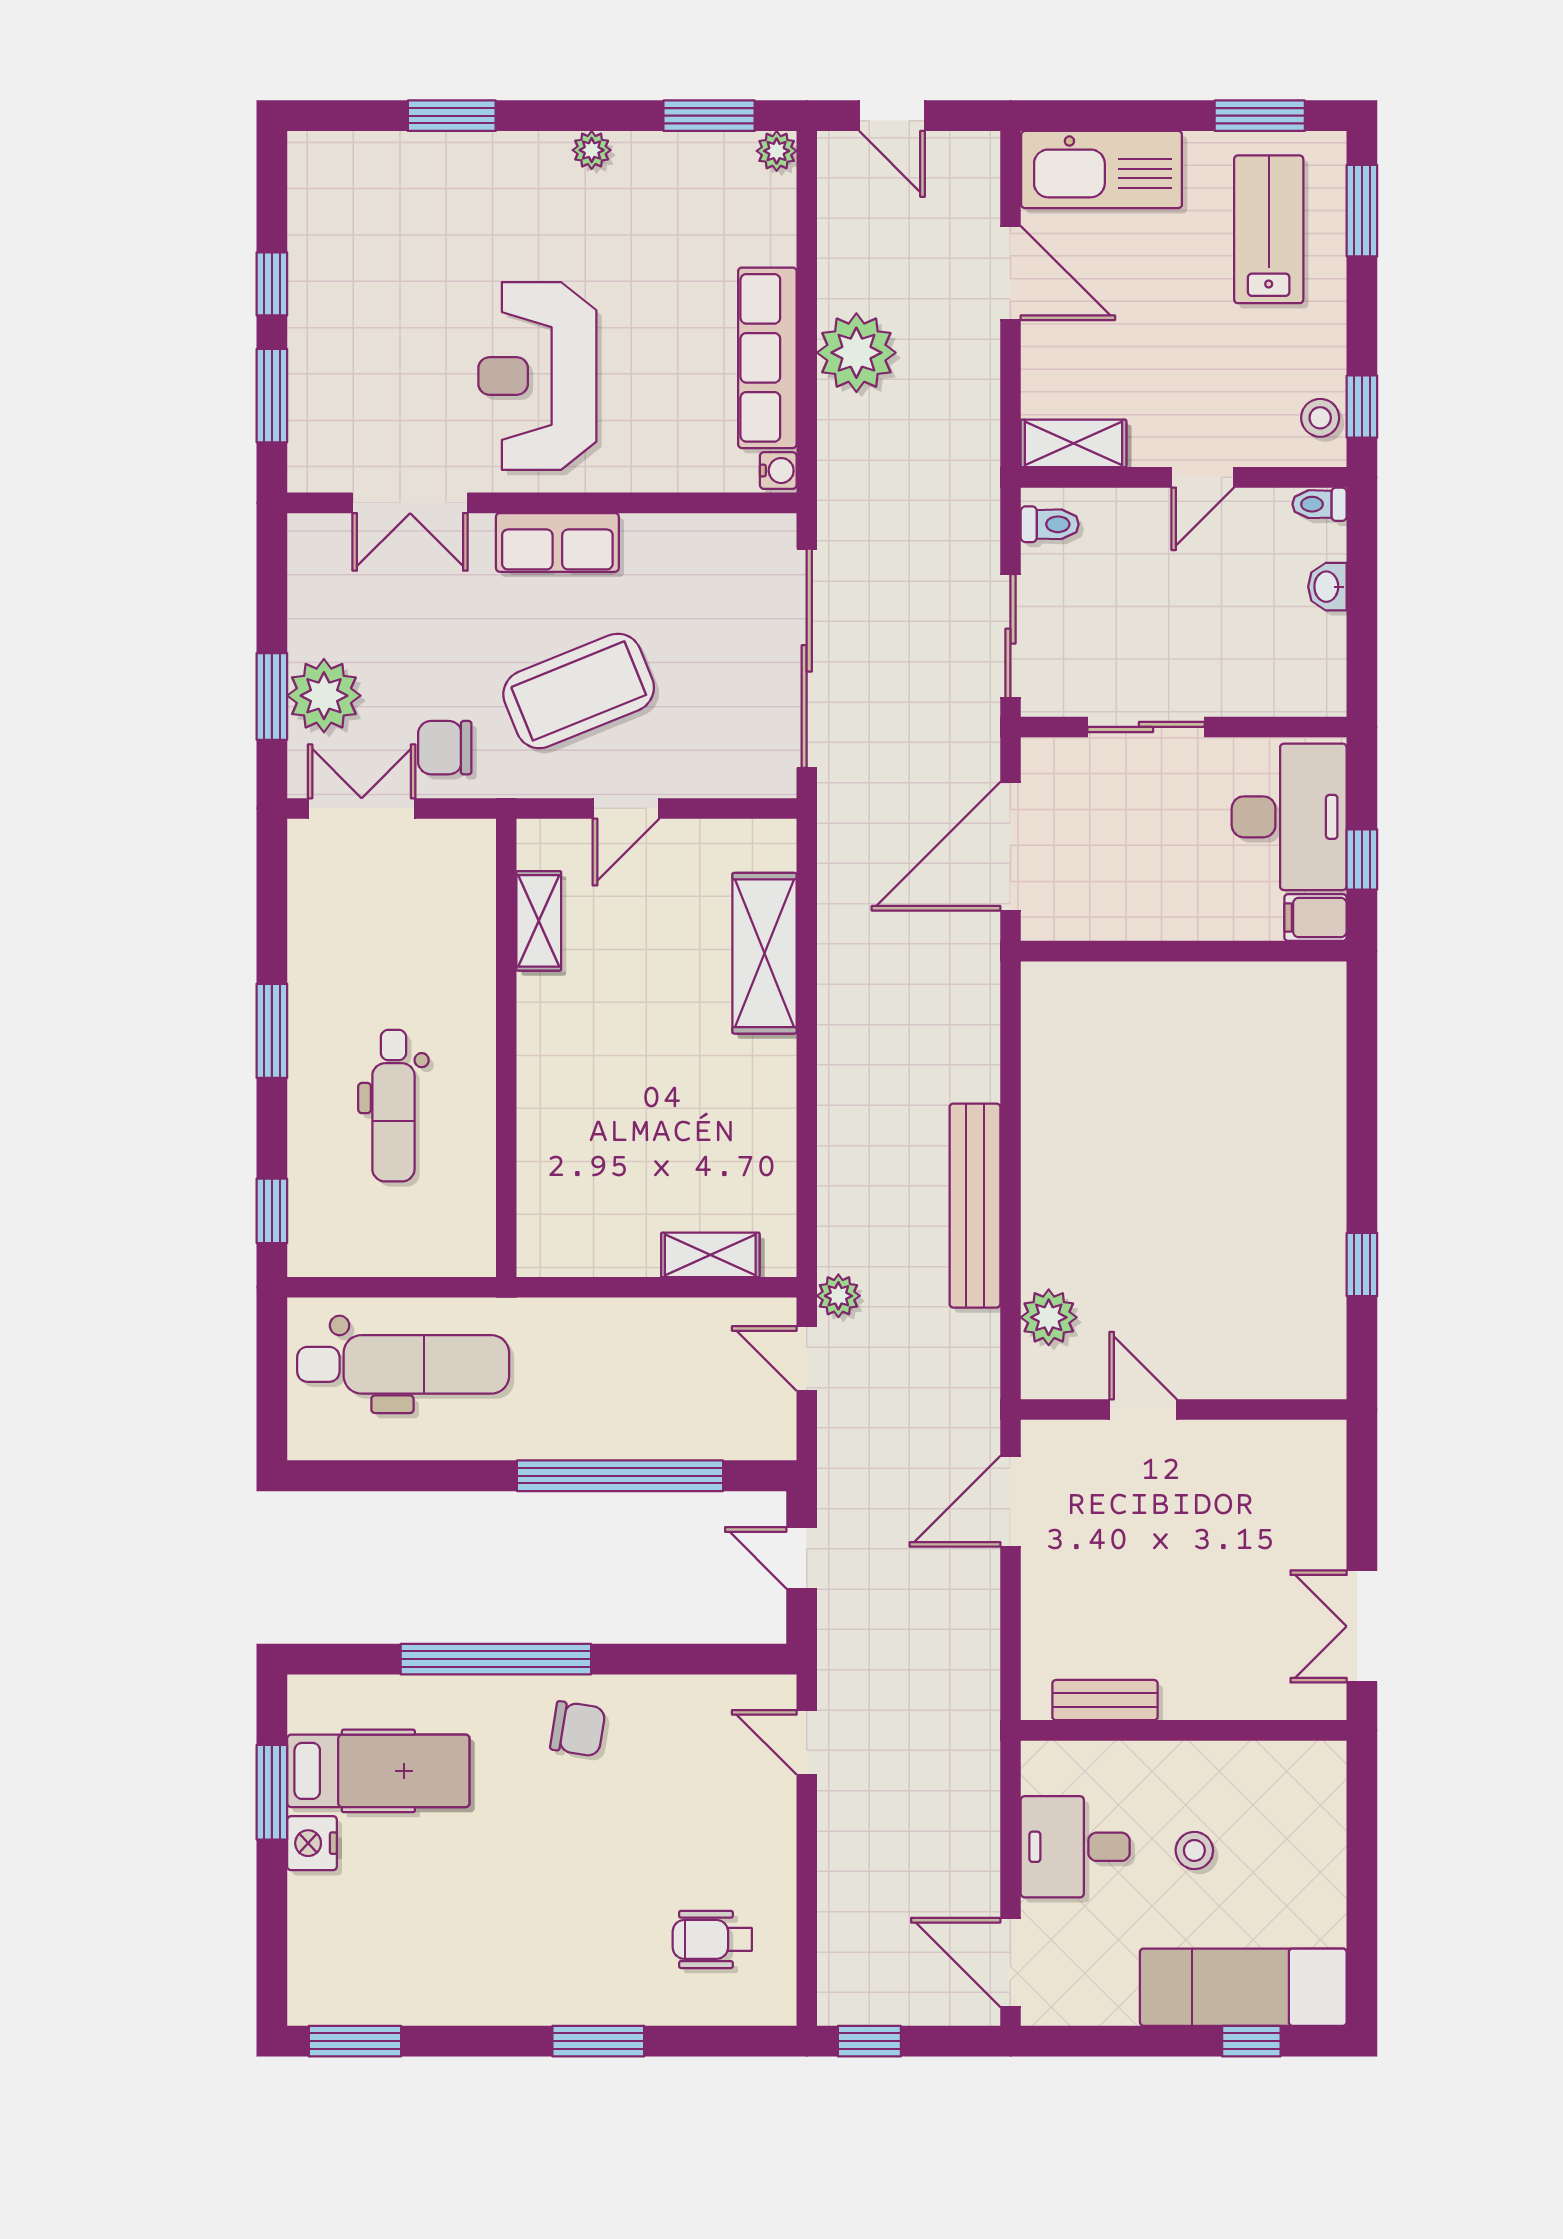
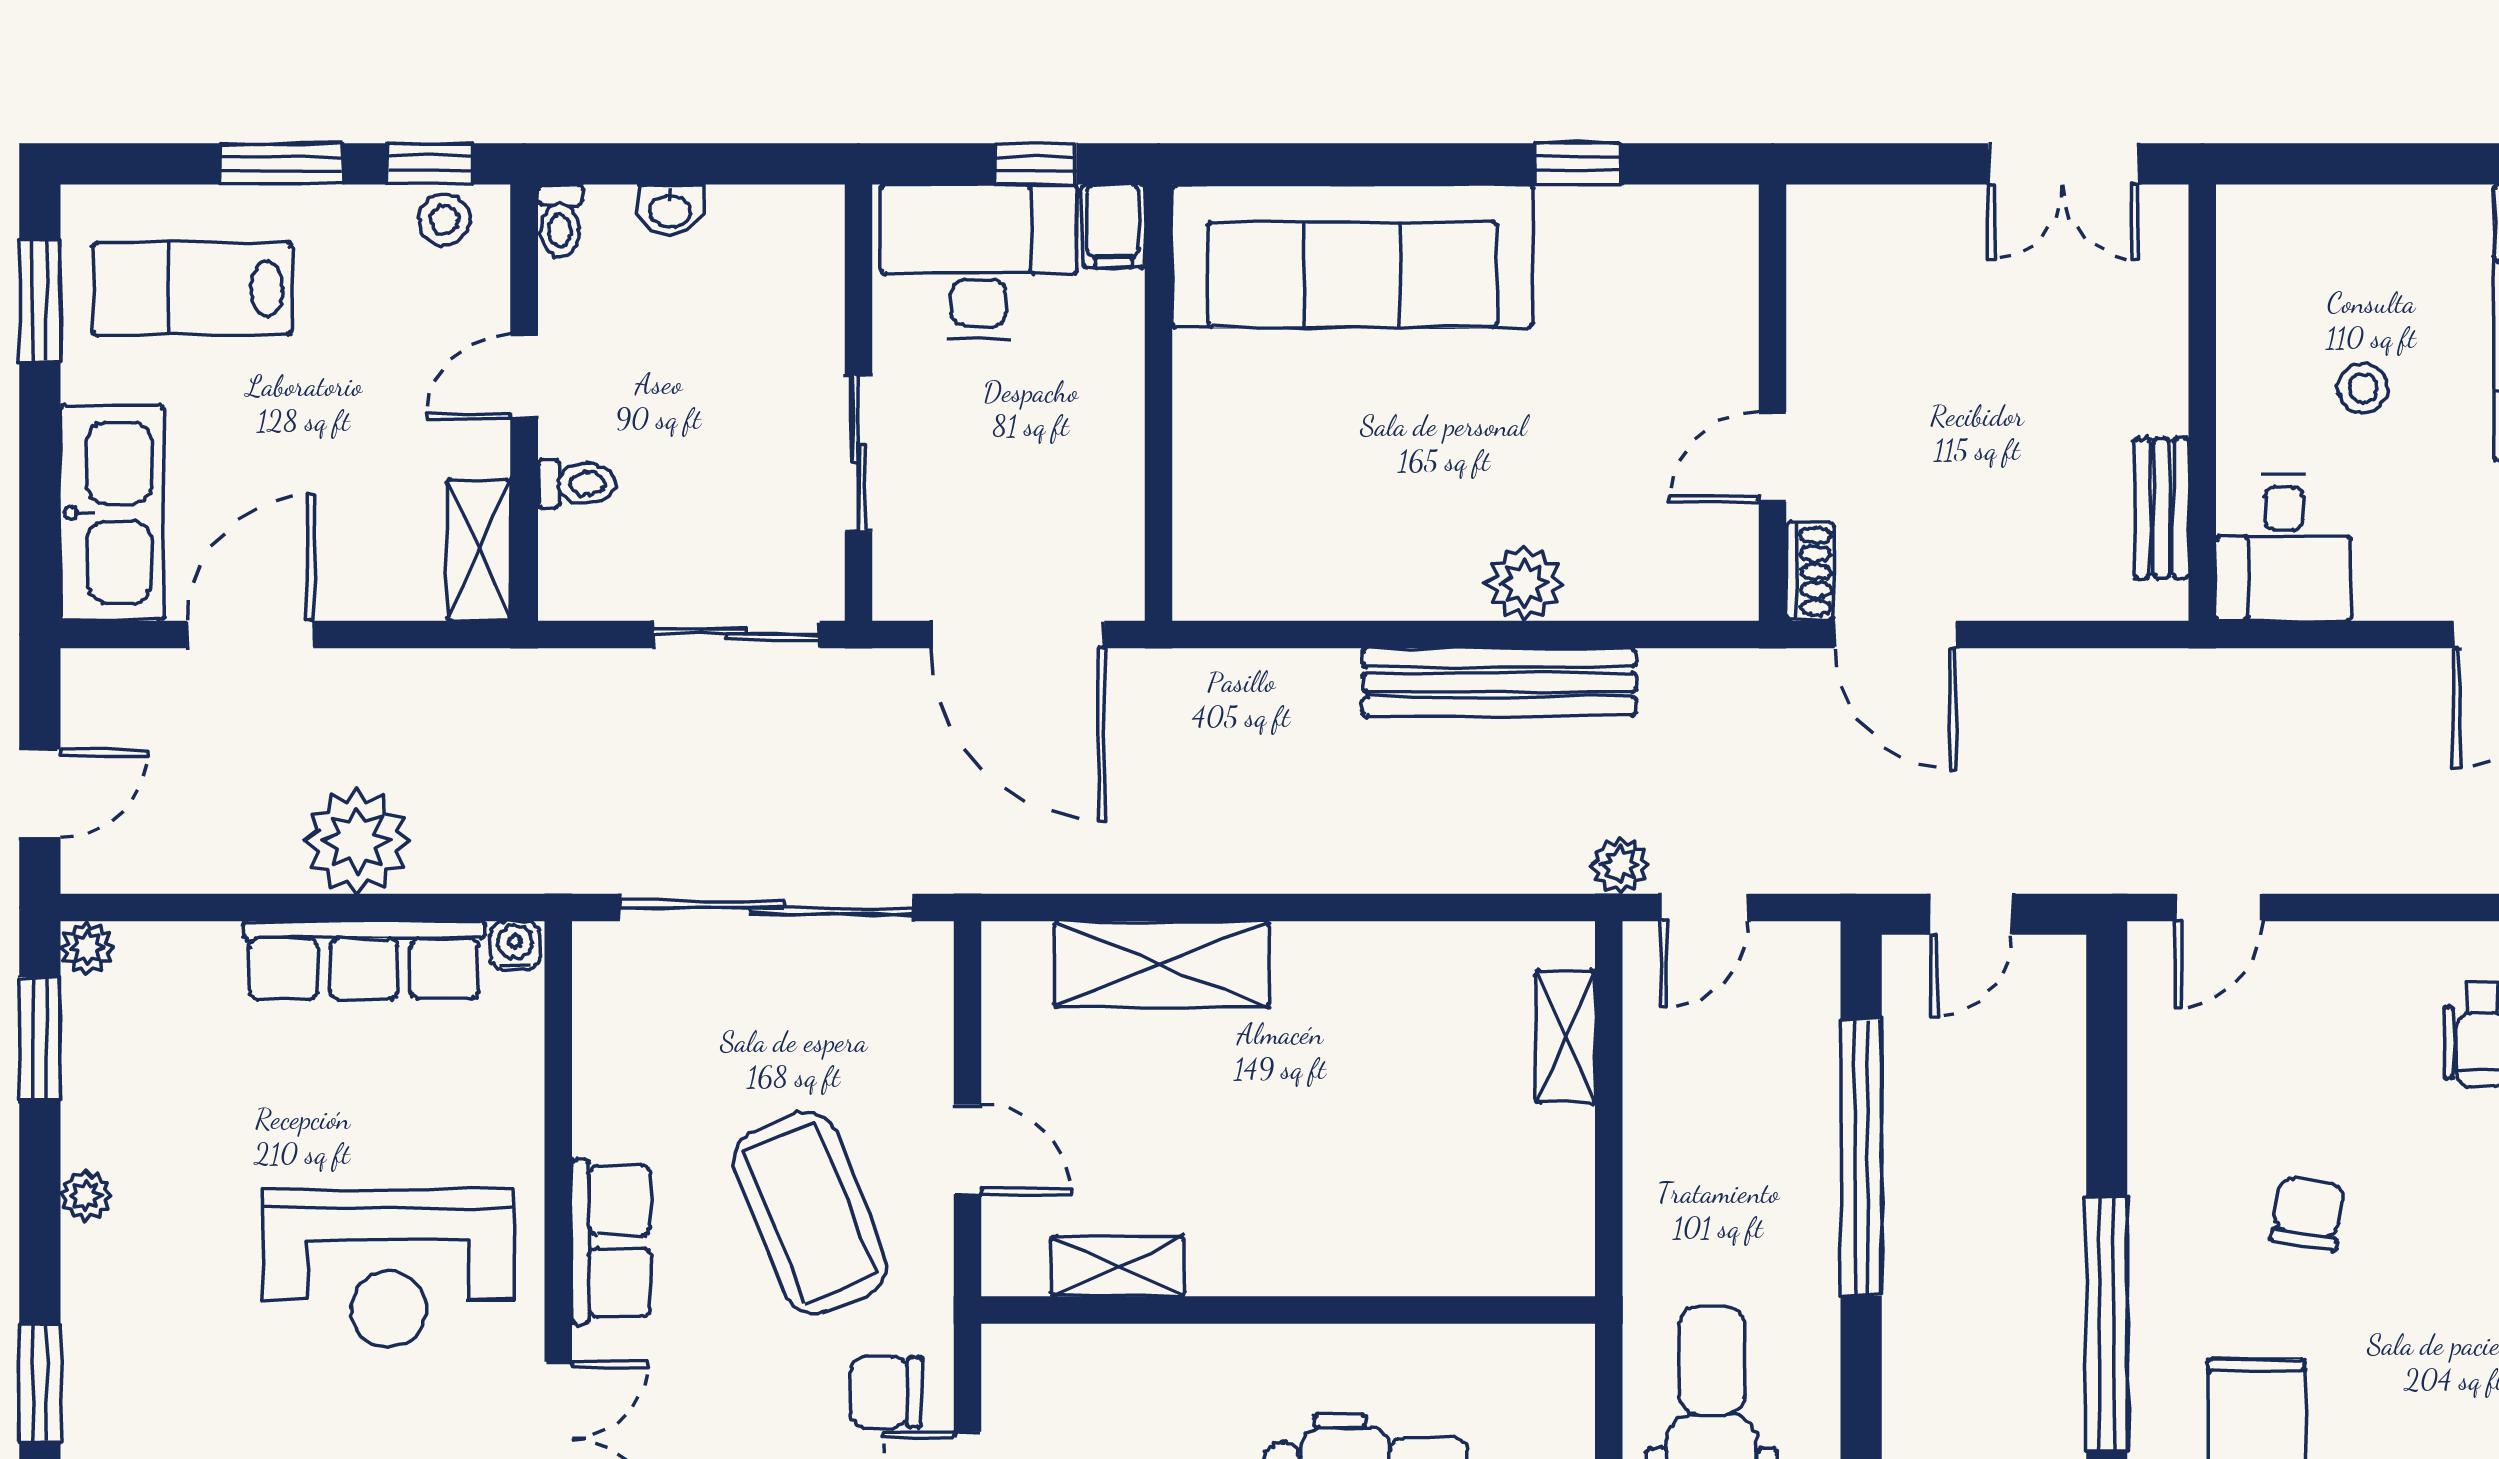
window: (1362, 211) -> (281, 164), moved
door: (1203, 477) -> (524, 377), swing flipped
toilet: (1050, 524) -> (577, 484), moved, turned 90
chair: (445, 748) -> (886, 1392), turned 90
sofa: (1293, 1096) -> (1352, 256), added
plant: (1049, 1317) -> (1524, 583), moved
shoe rack: (1057, 1438) -> (1810, 572), added
chair: (578, 1729) -> (2308, 1214), moved
desk: (1075, 1847) -> (2284, 548), moved

